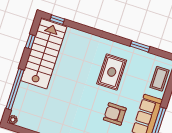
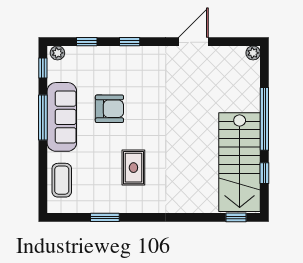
rug: (112, 72) -> (133, 168), width x0.73, depth x0.70
window: (15, 89) -> (264, 119), moved

